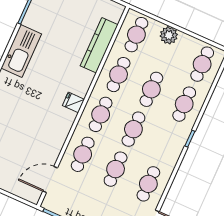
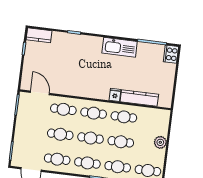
cafe table: (136, 35) -> (87, 163), moved
fridge: (73, 102) -> (115, 95), moved

